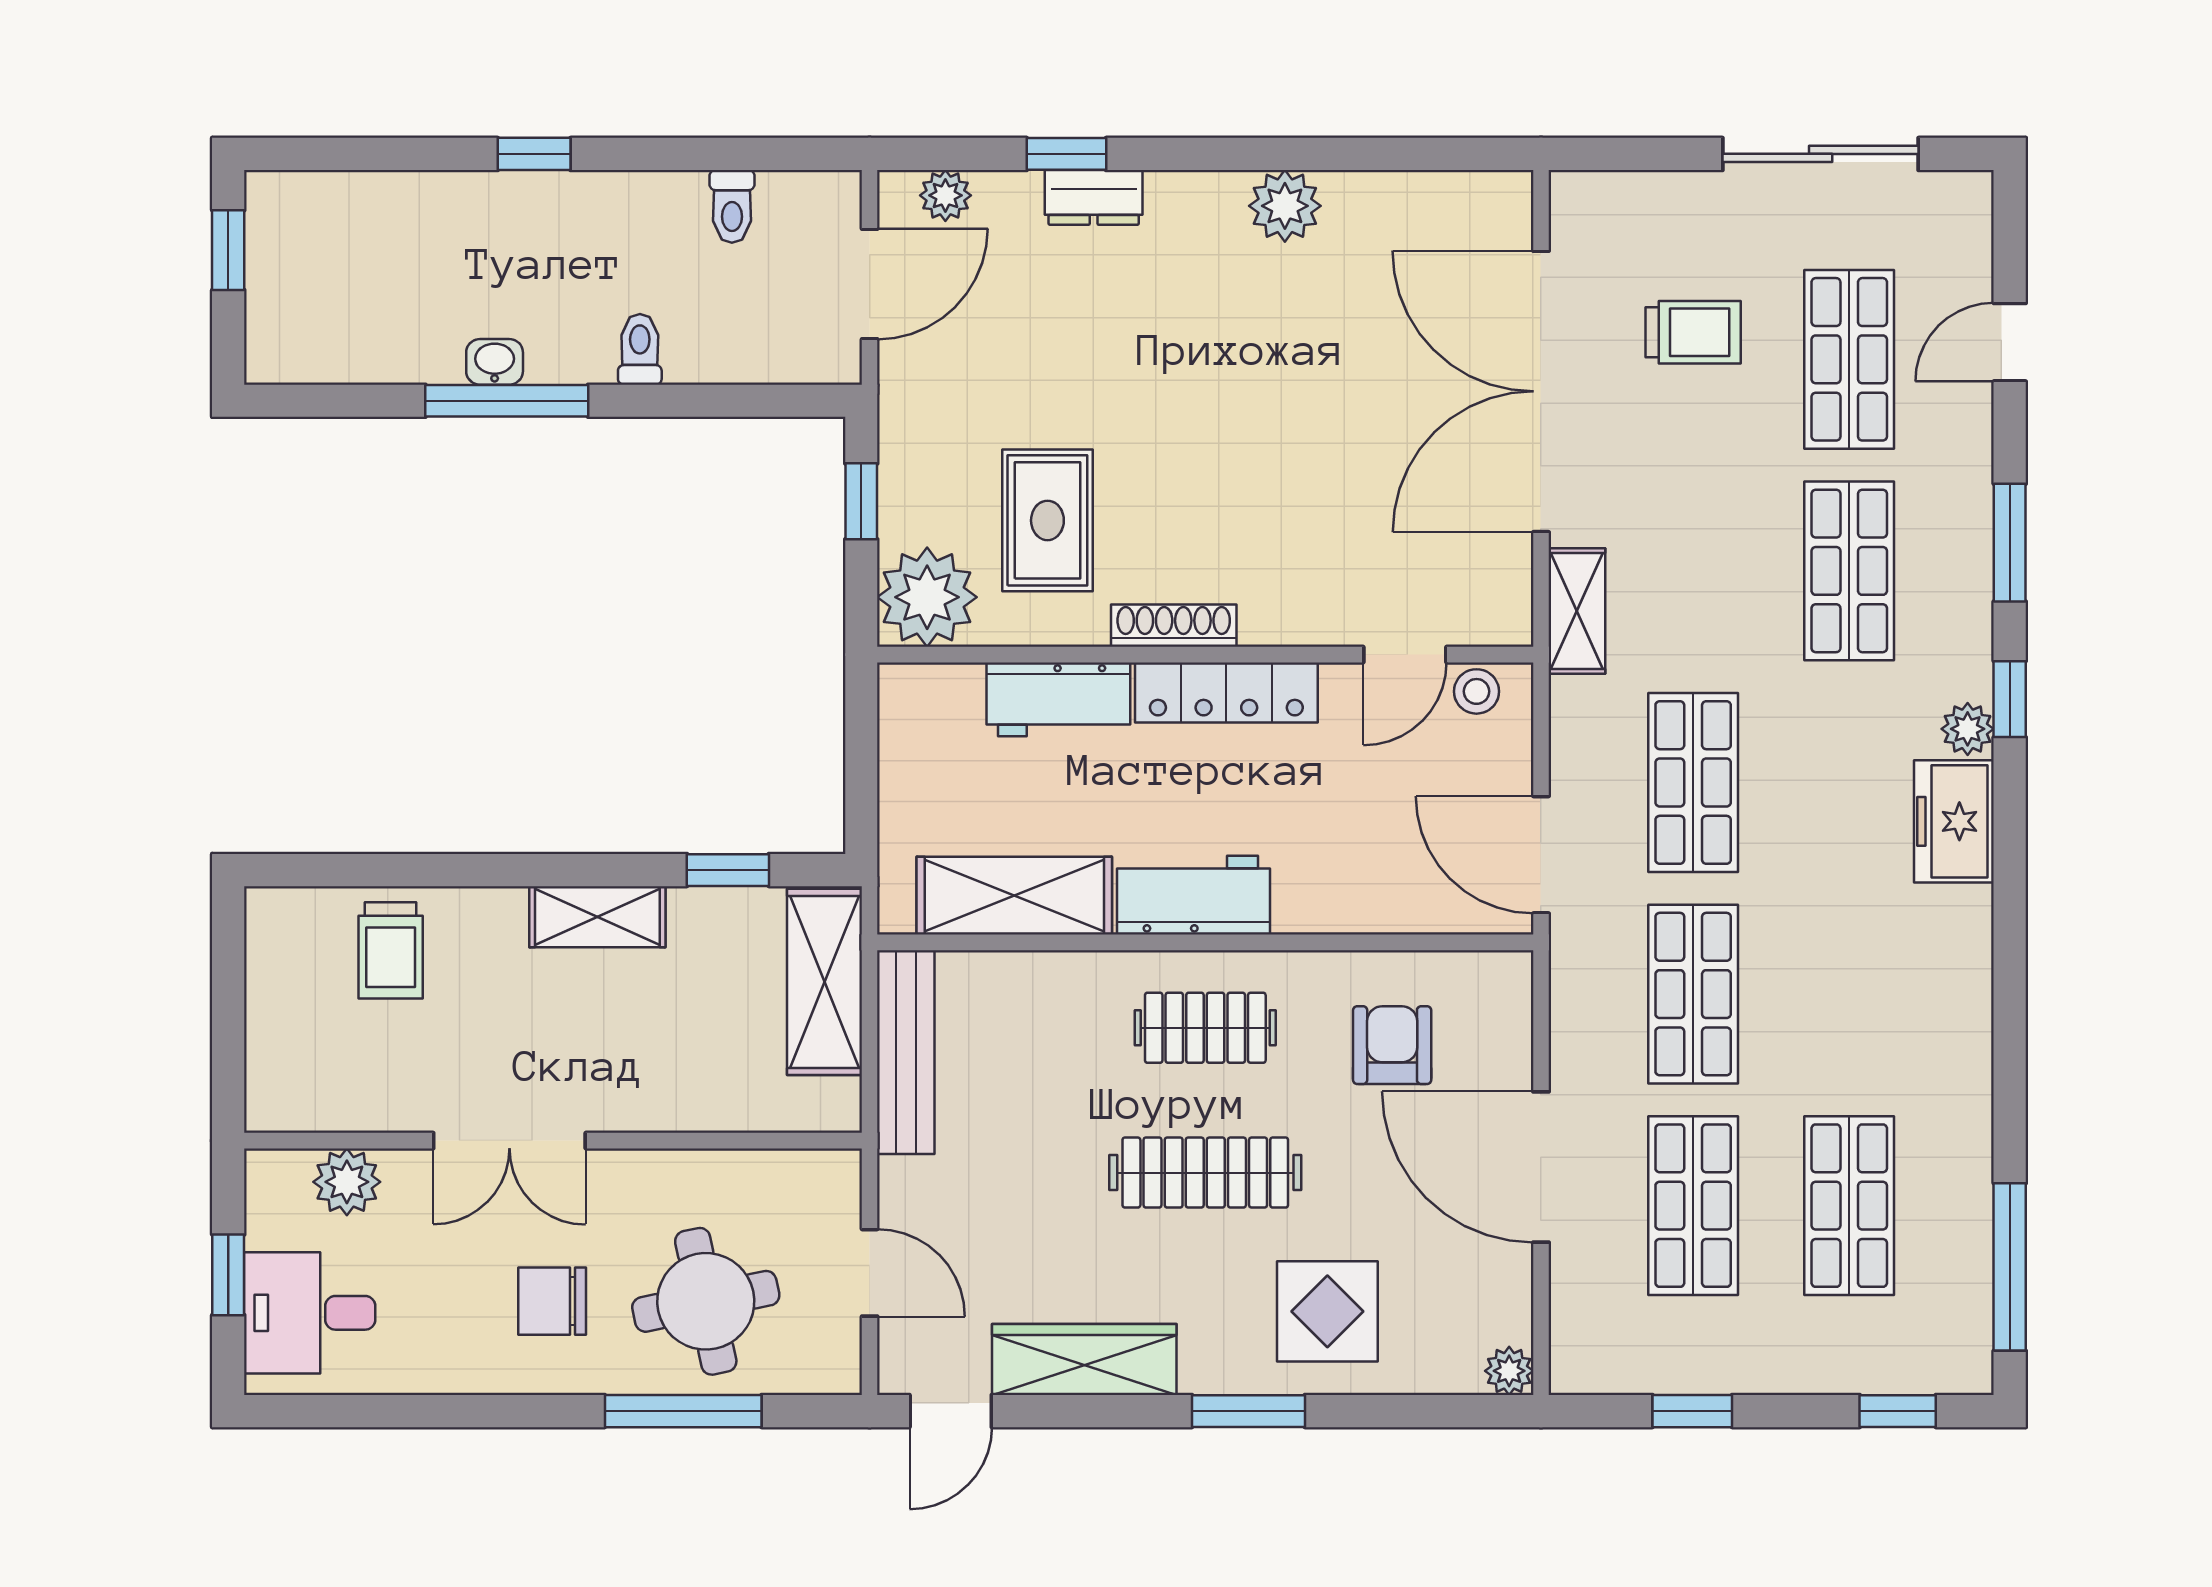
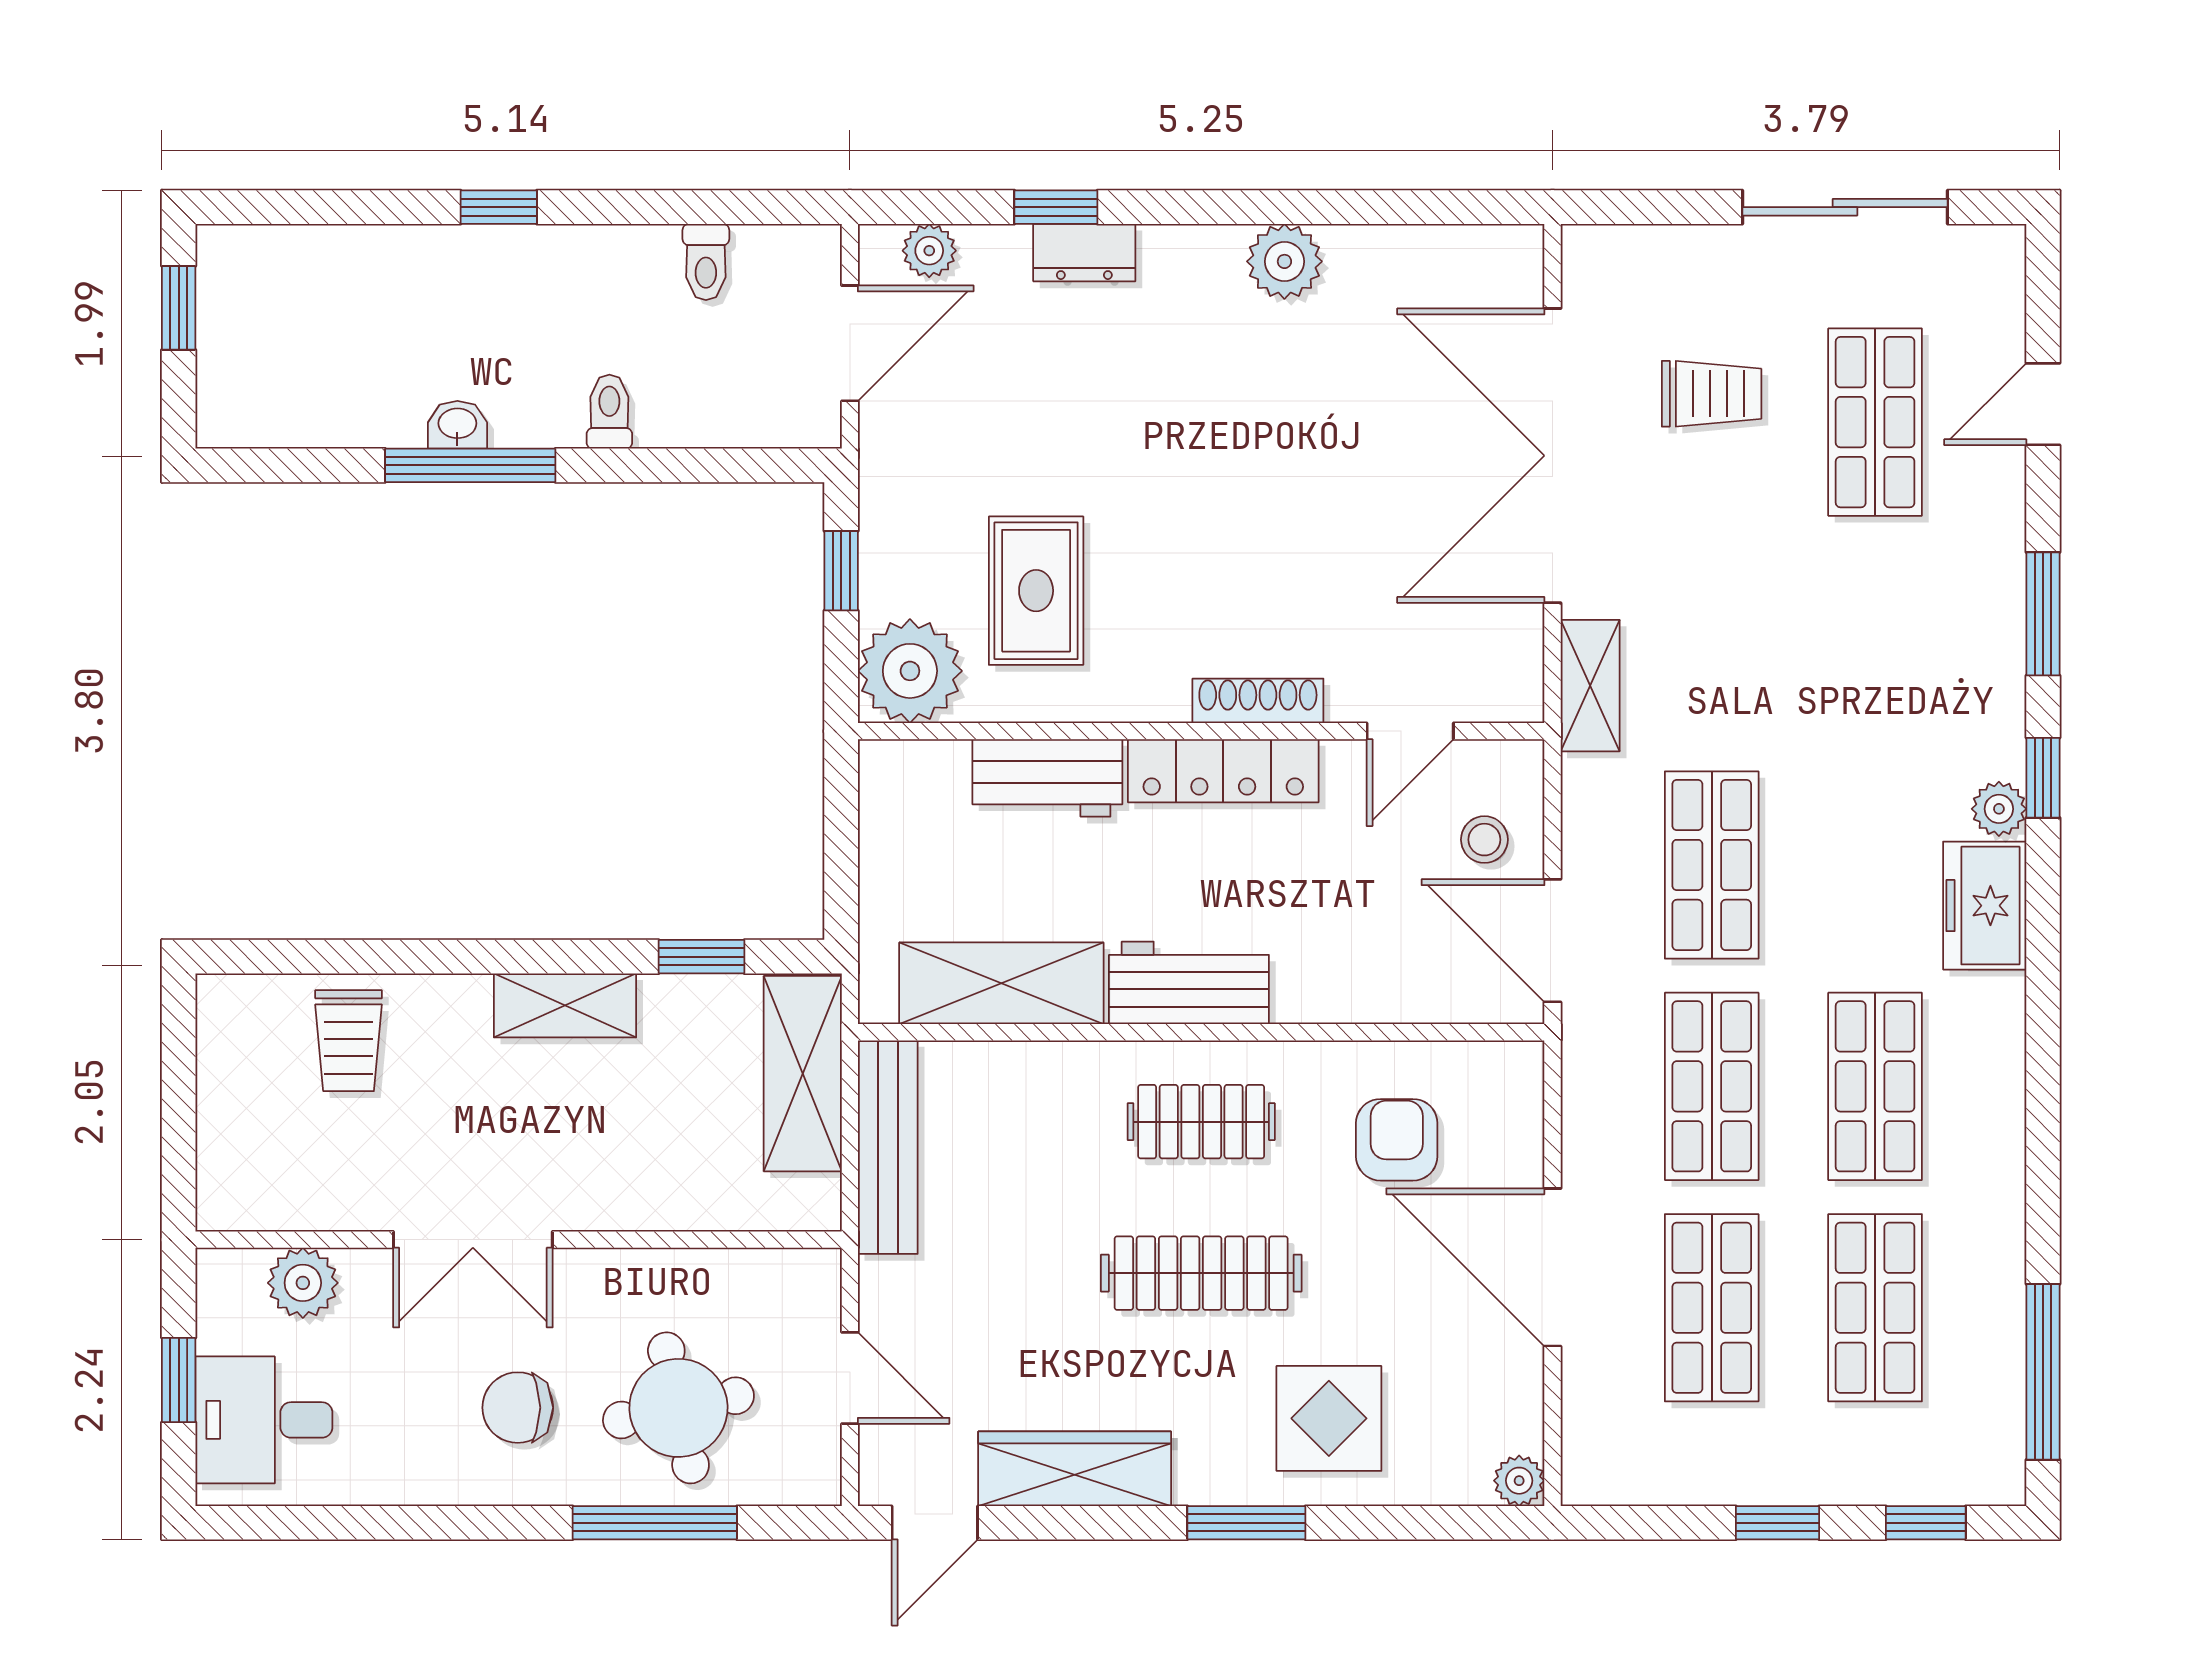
shop shelf: (1849, 571) -> (1875, 1086), moved
shoe rack: (1174, 626) -> (1258, 701), moved
stool: (1476, 691) -> (1484, 840), moved
window: (1692, 1411) -> (1778, 1523), moved

